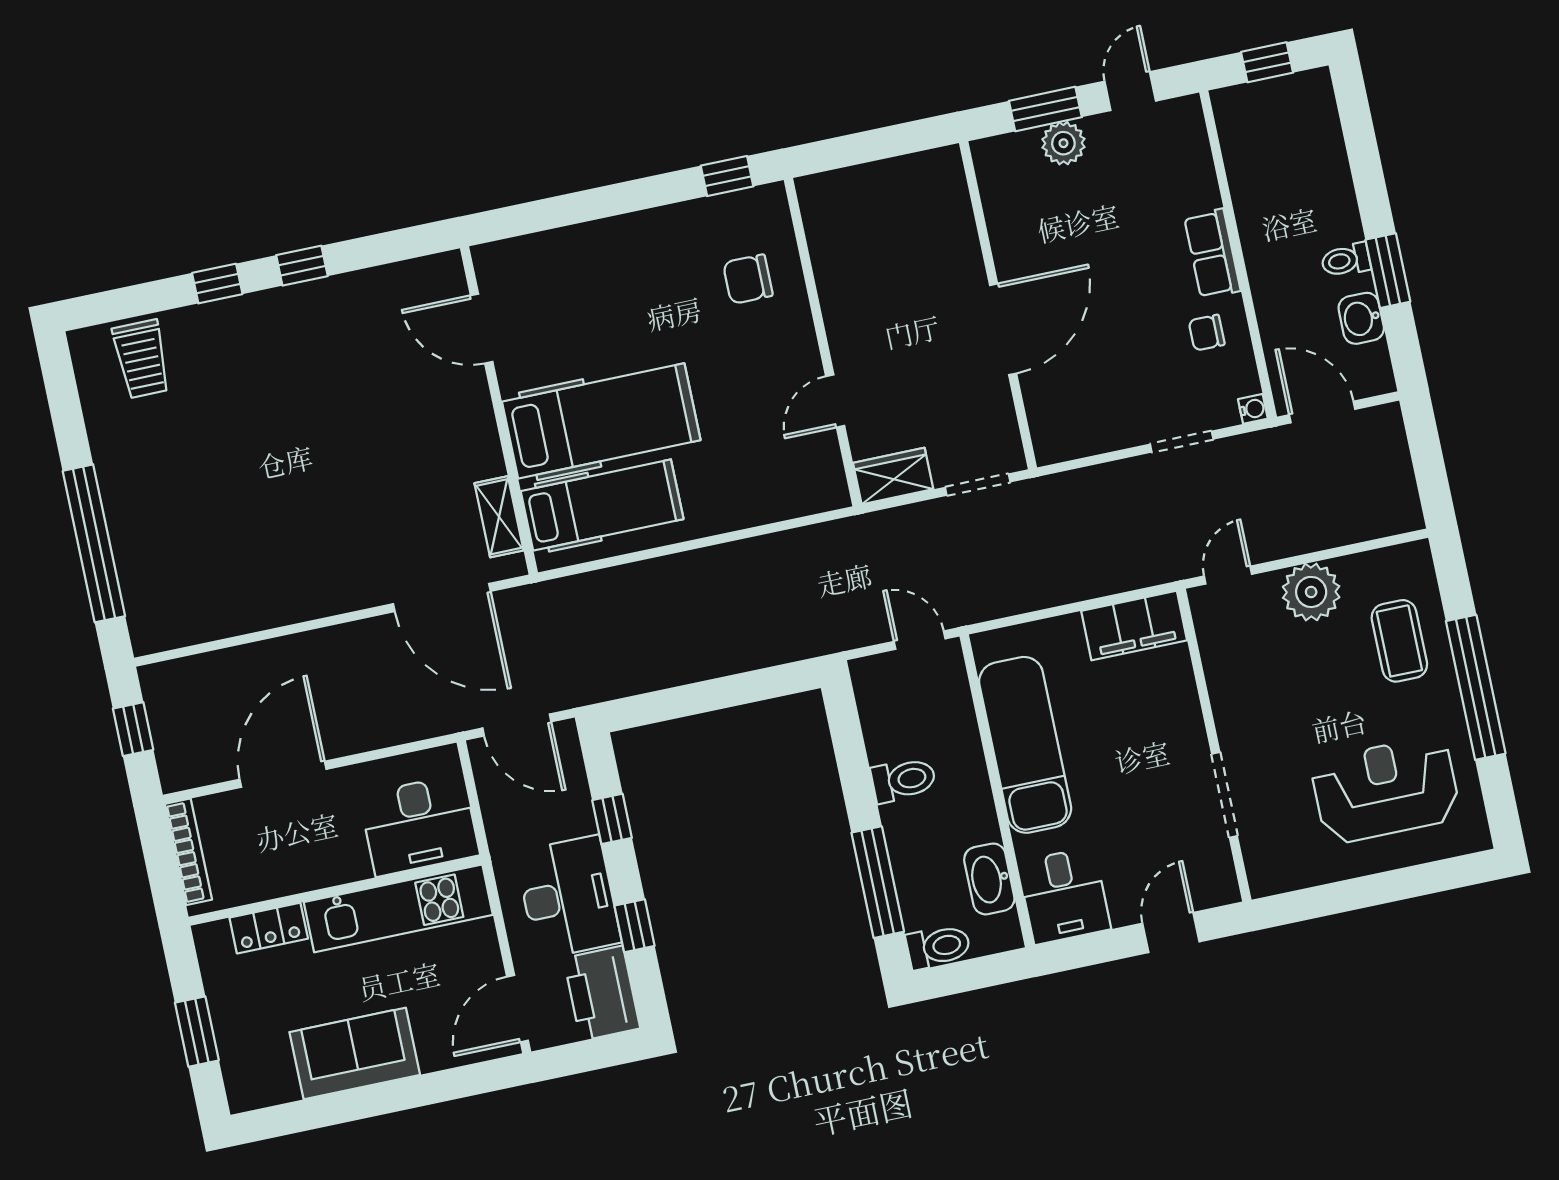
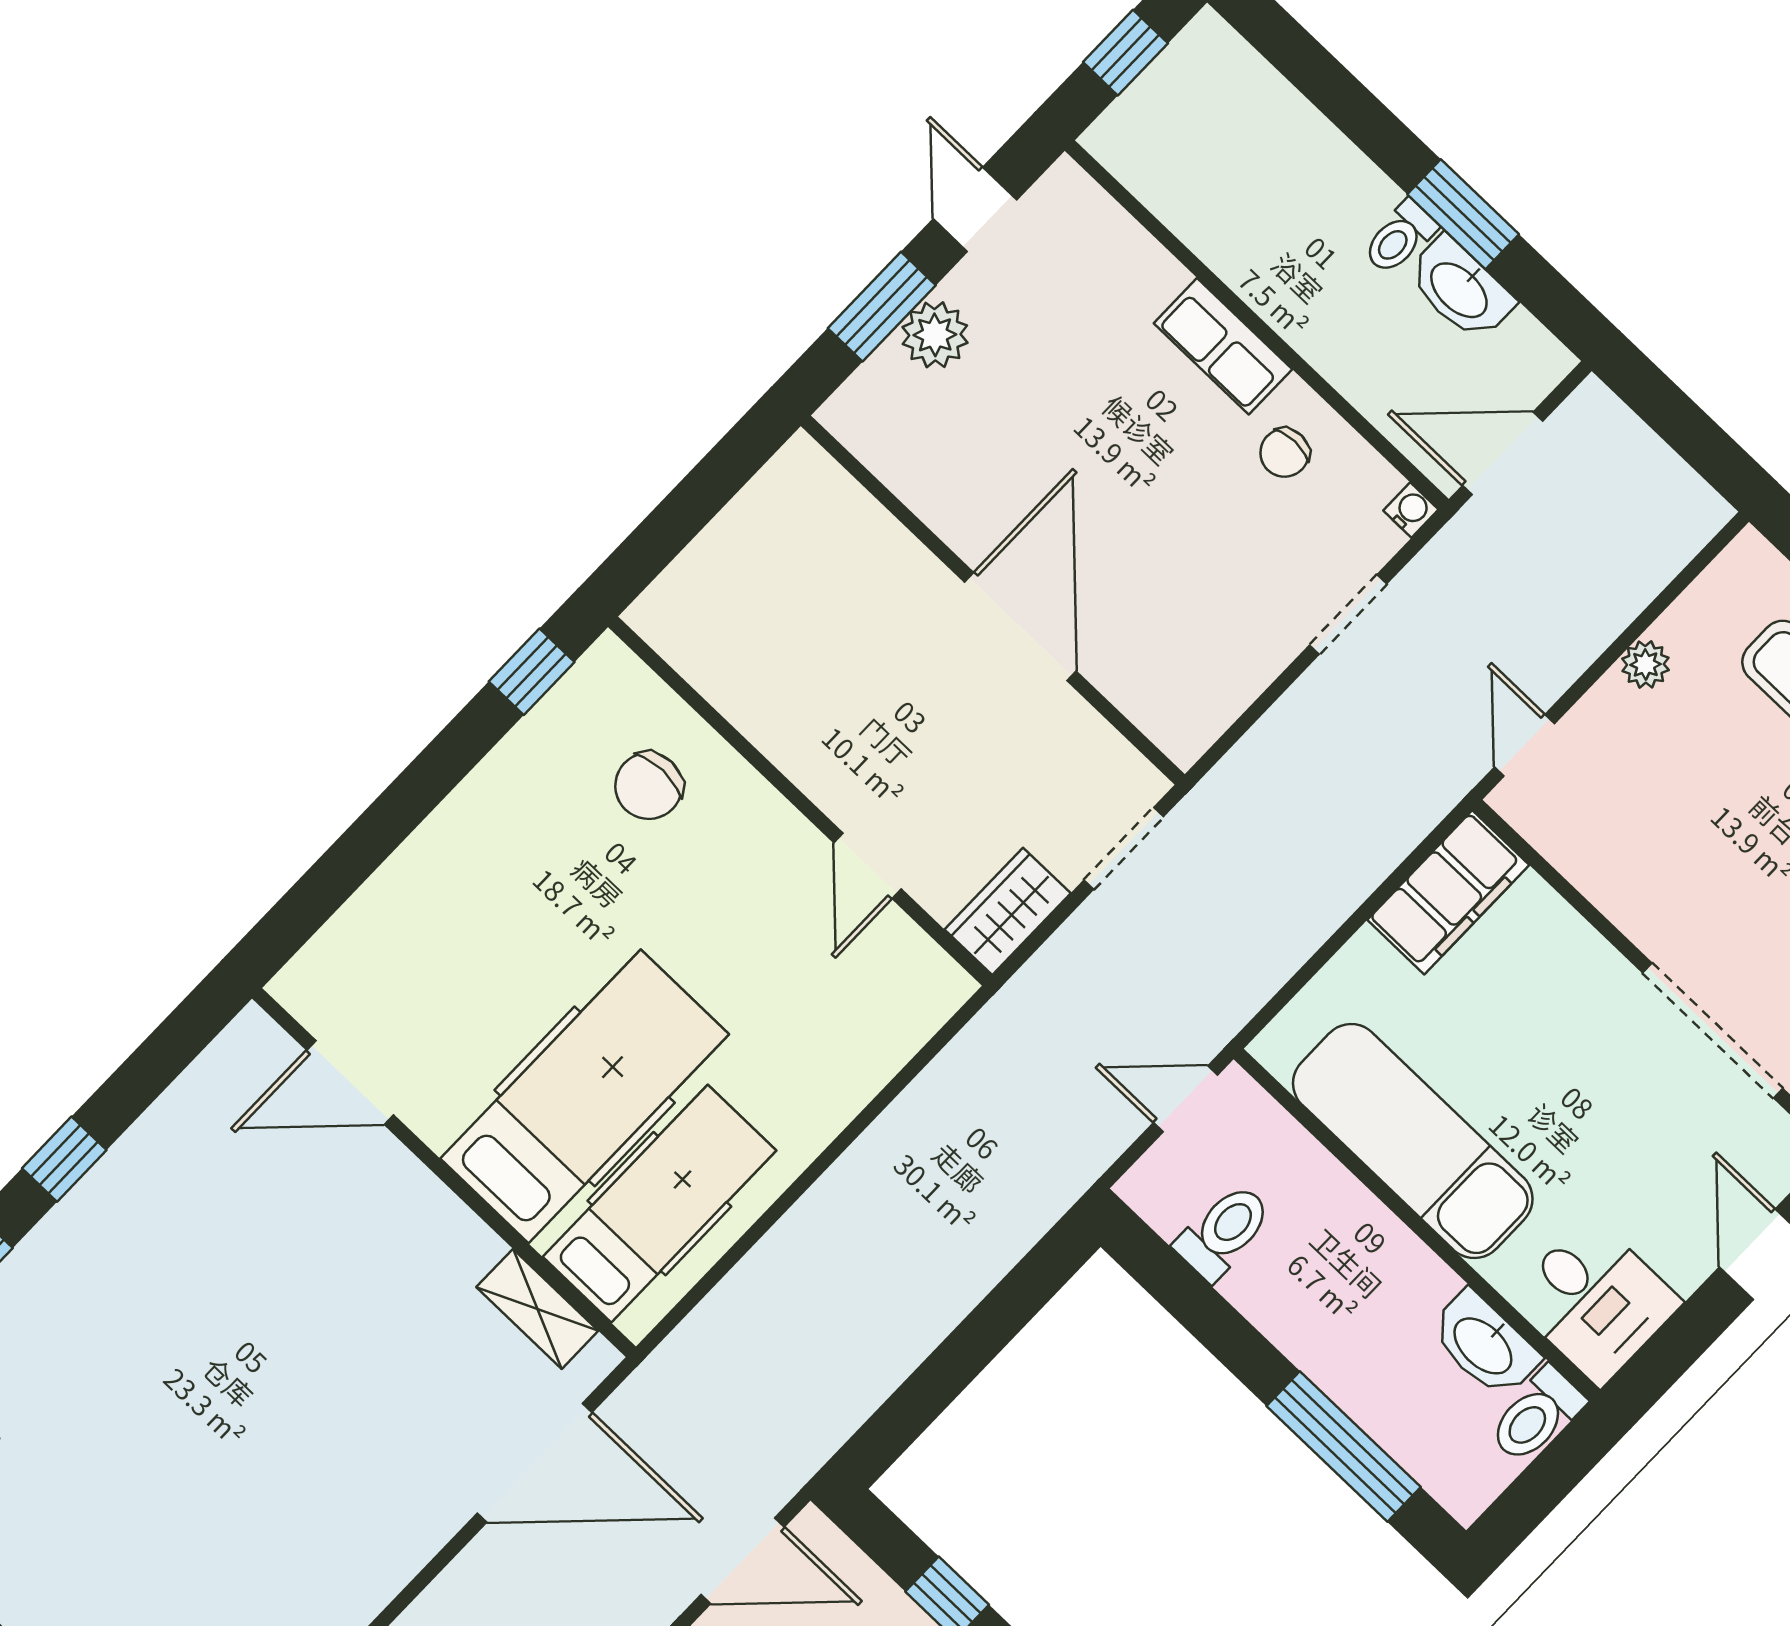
washbasin: (1361, 318) -> (1460, 289), width x1.38
plant: (1311, 592) -> (1645, 664), width x0.53, depth x0.53
toilet: (903, 780) -> (1224, 1232), moved
doorway: (1225, 795) -> (1713, 1030), width x1.36
toilet: (938, 947) -> (1536, 1415), moved, turned 180

